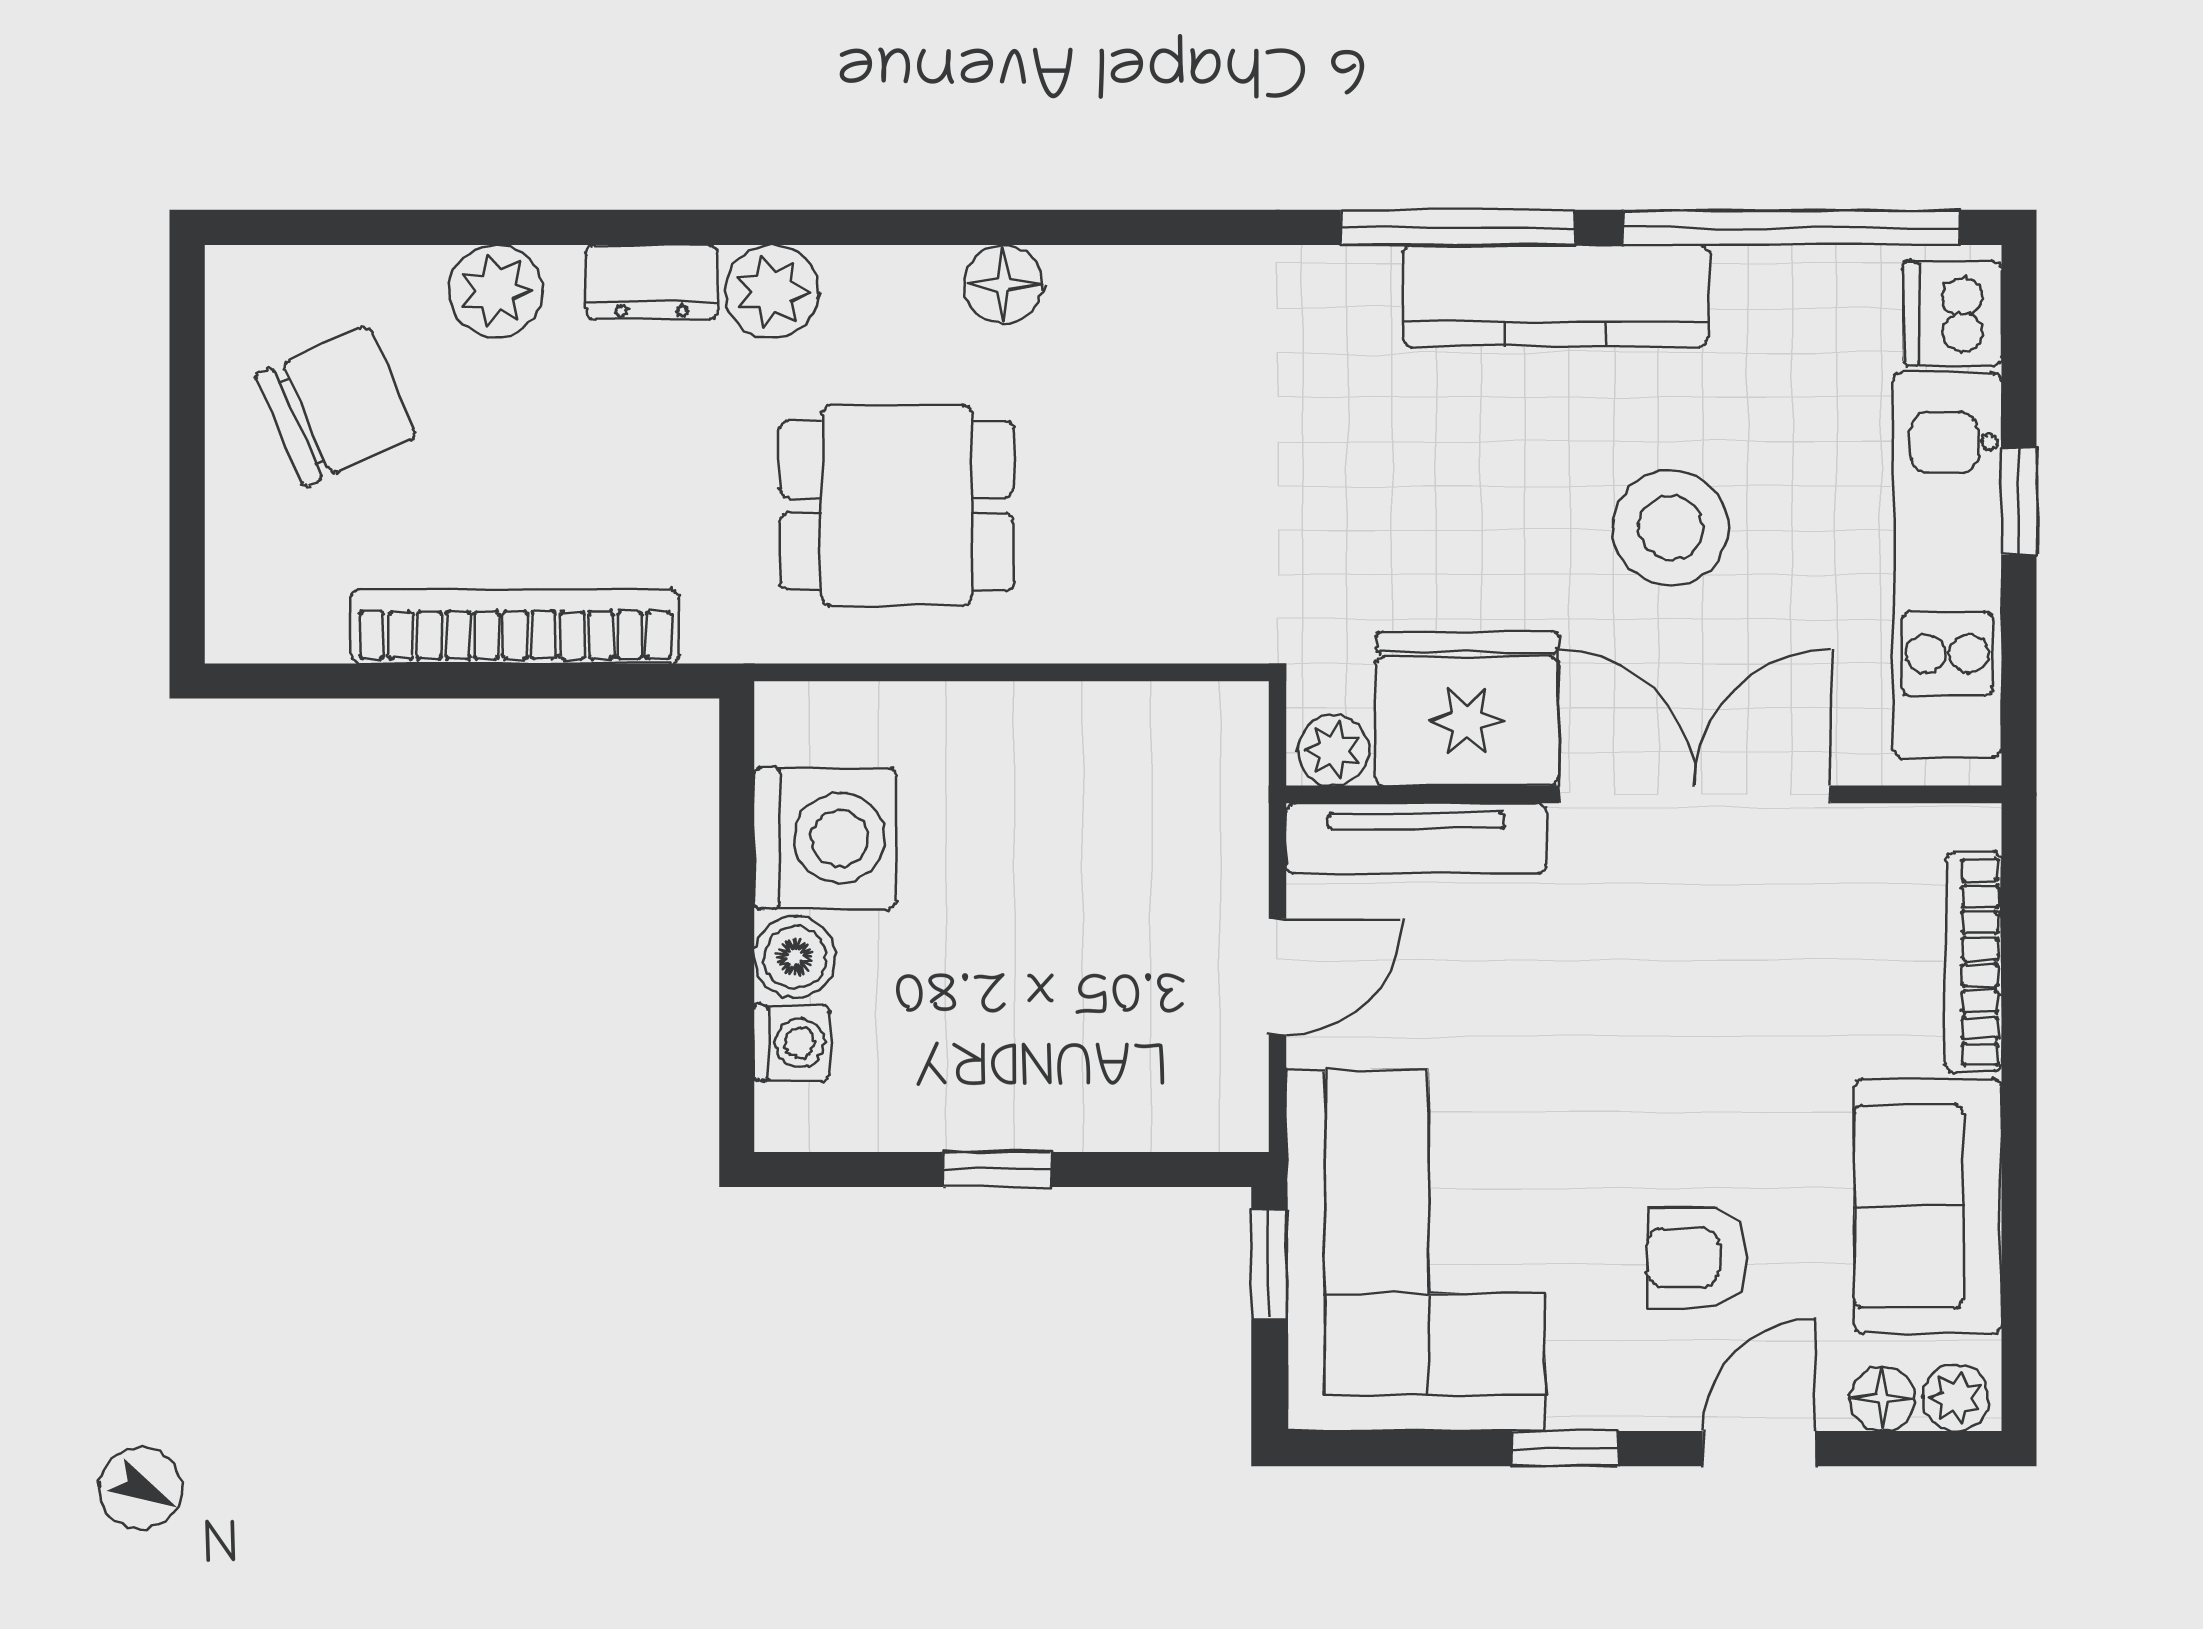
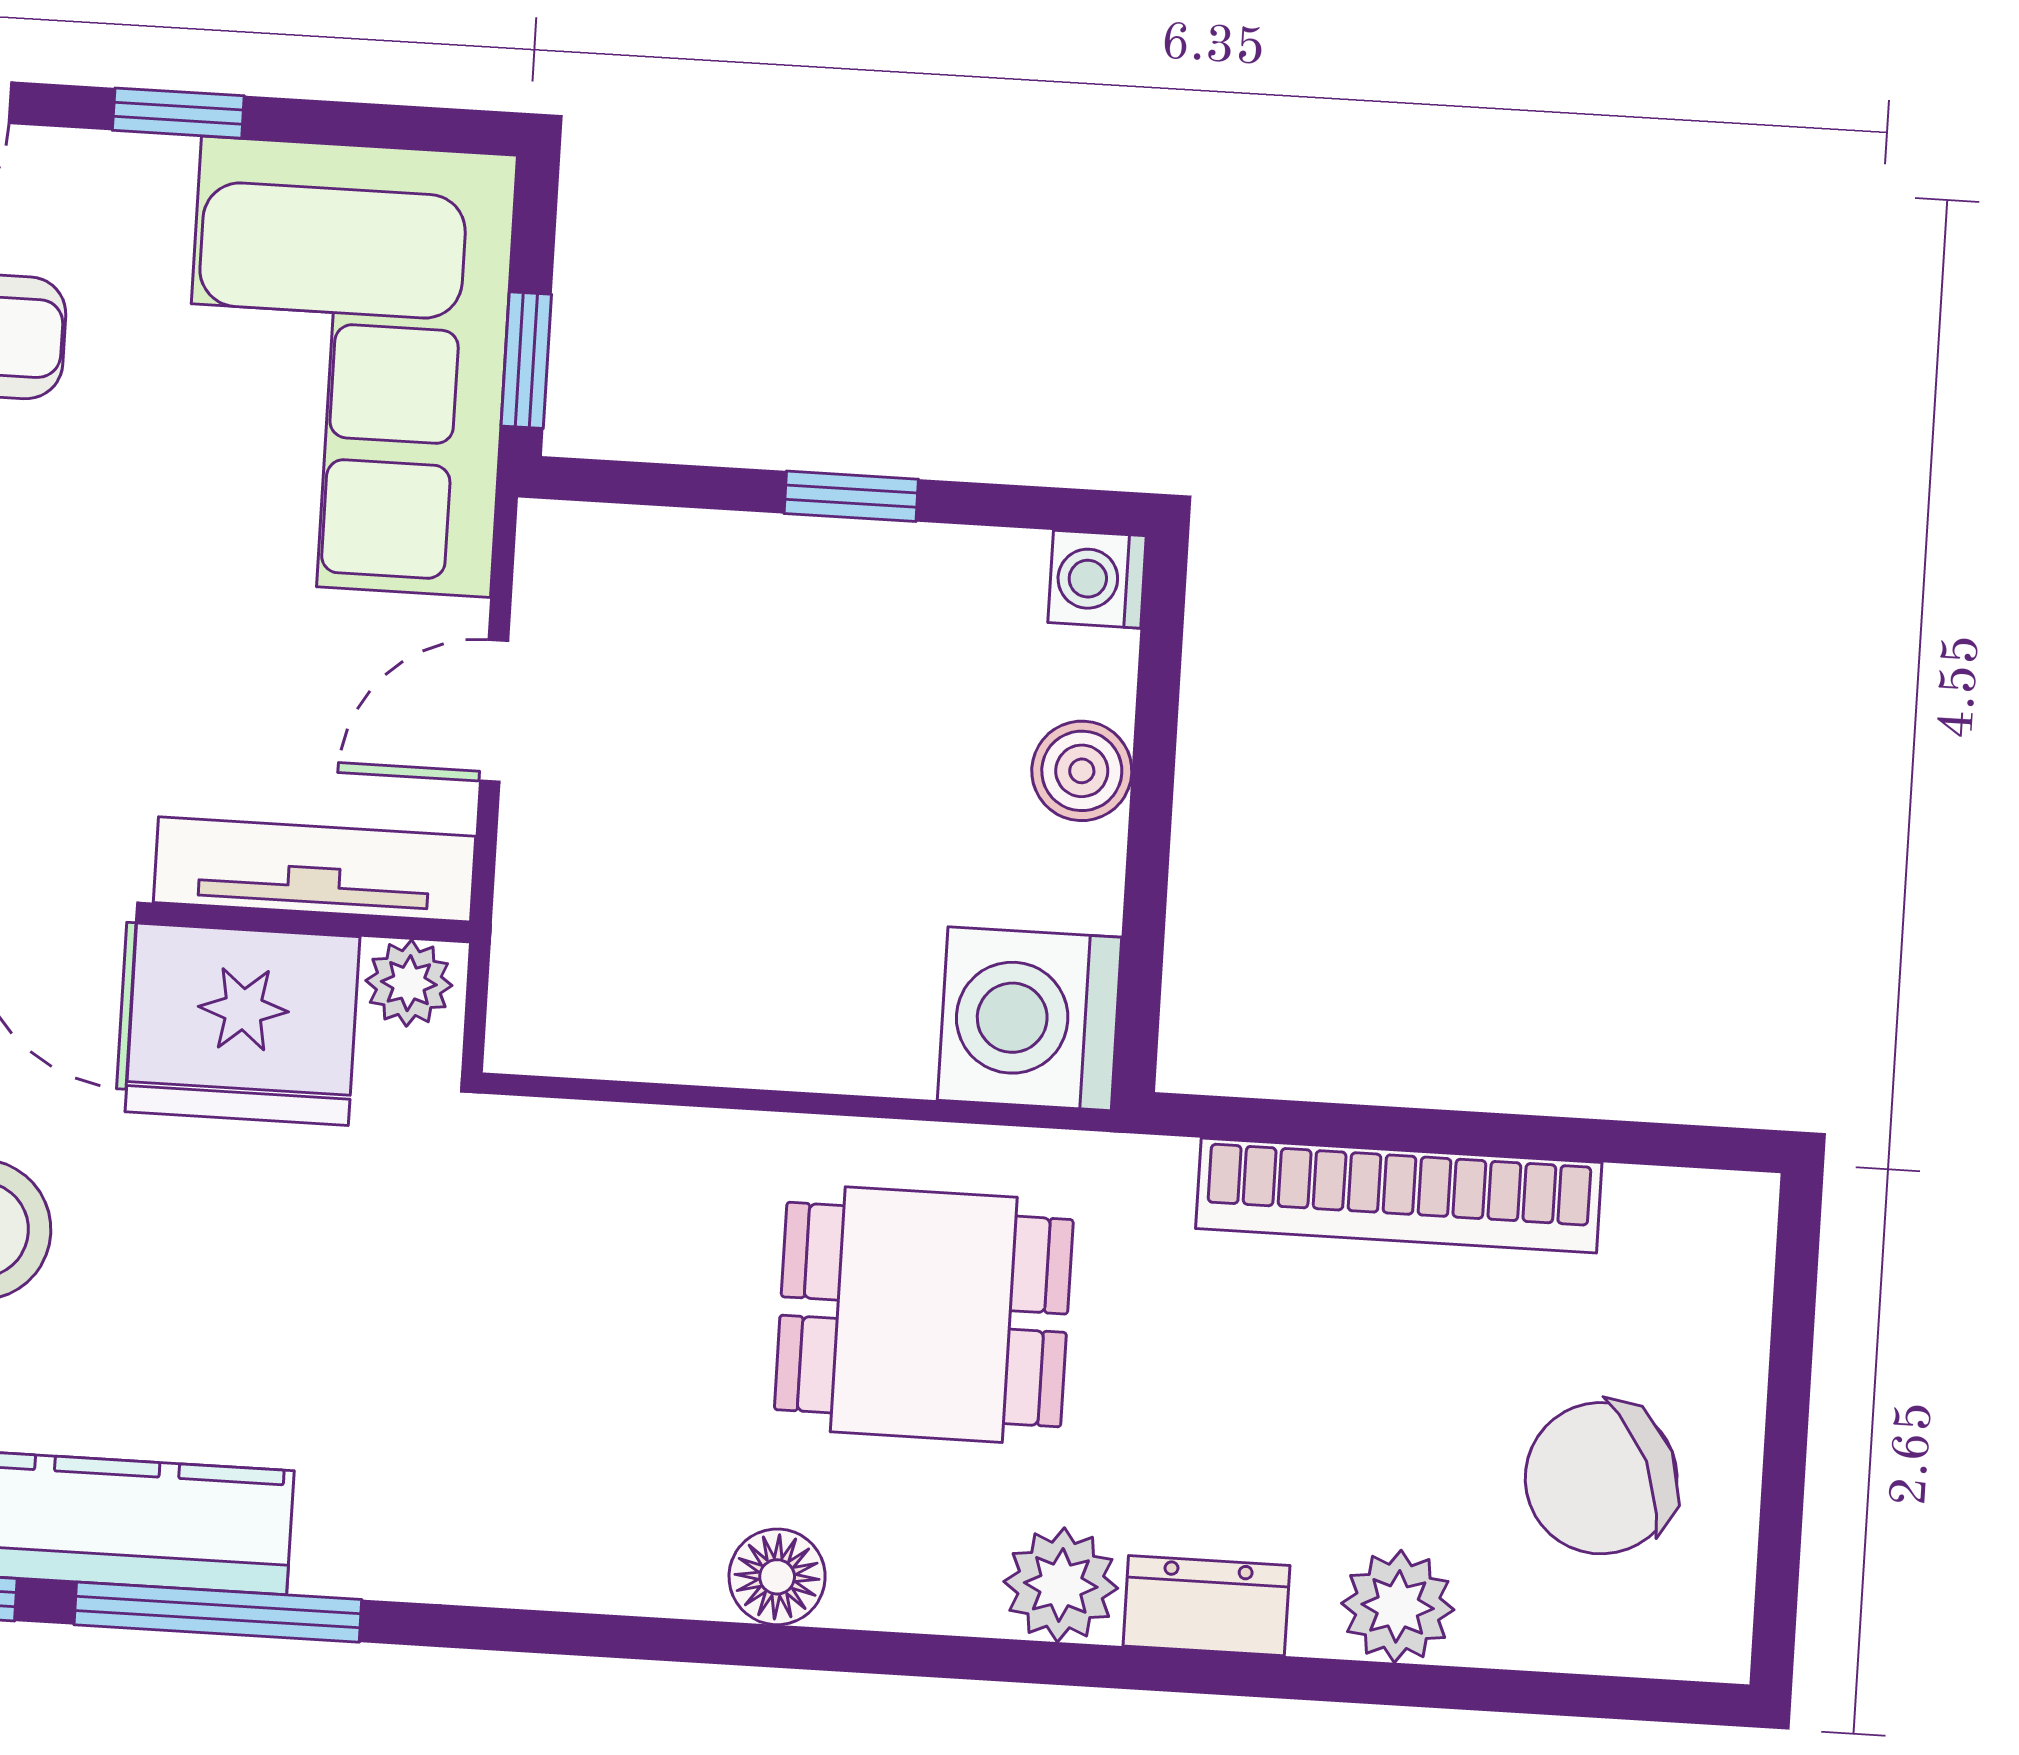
washing machine: (825, 838) -> (1030, 1019), moved
washing machine: (792, 1043) -> (1097, 579), moved

